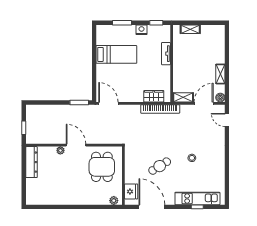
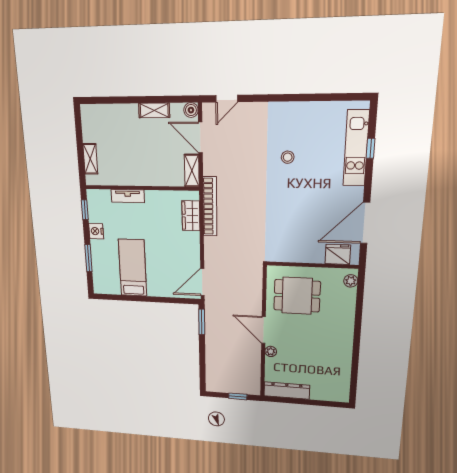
door: (76, 145) -> (264, 330), hinge flipped
cafe table: (160, 166) -> (299, 209), removed

